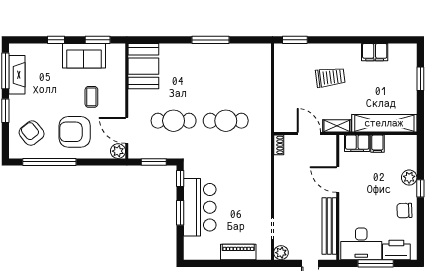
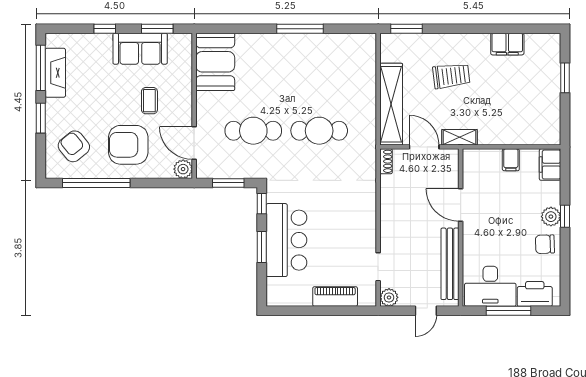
shelving: (384, 123) -> (391, 104), moved, turned 90
filing cabinet: (357, 143) -> (550, 165), moved, turned 90
plant: (409, 178) -> (551, 217), moved

